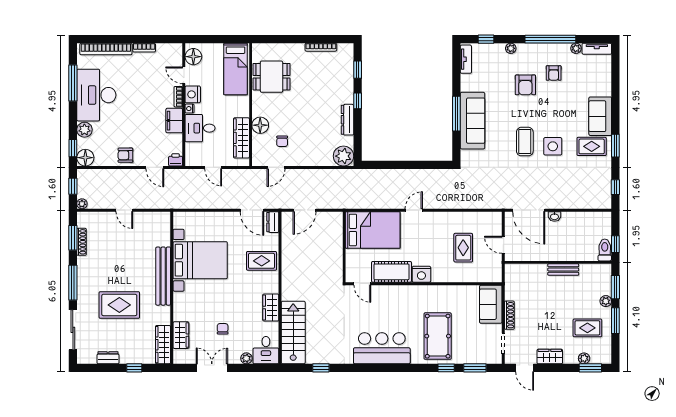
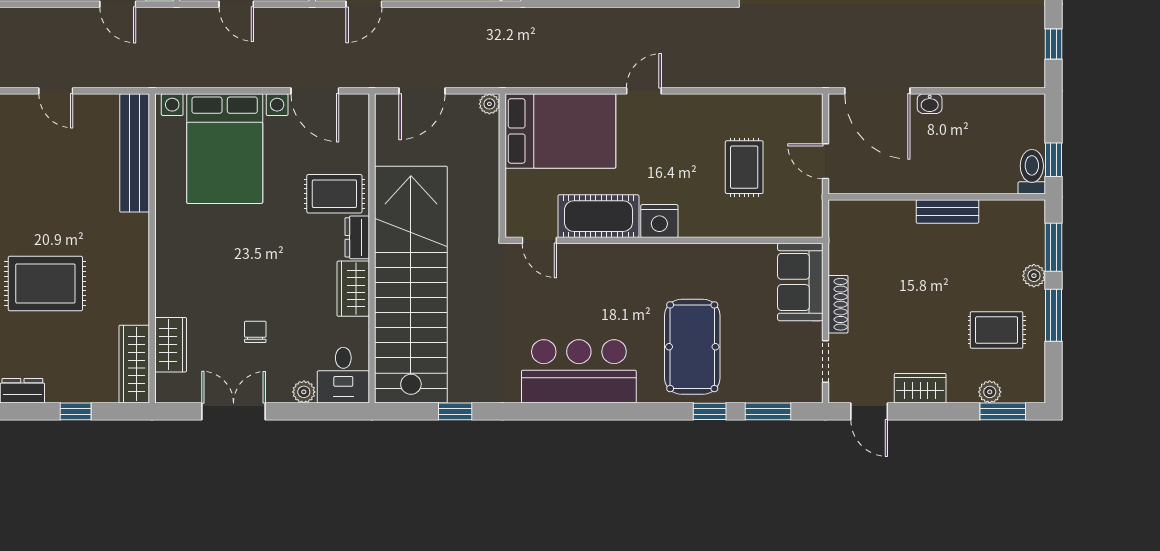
plant: (338, 217) -> (489, 104), added
dresser: (273, 222) -> (357, 237), moved
bed with nightstands: (200, 260) -> (225, 149), moved, turned 90
bench: (163, 276) -> (135, 153), moved
stairs: (293, 333) -> (411, 285), width x1.86, depth x1.51

